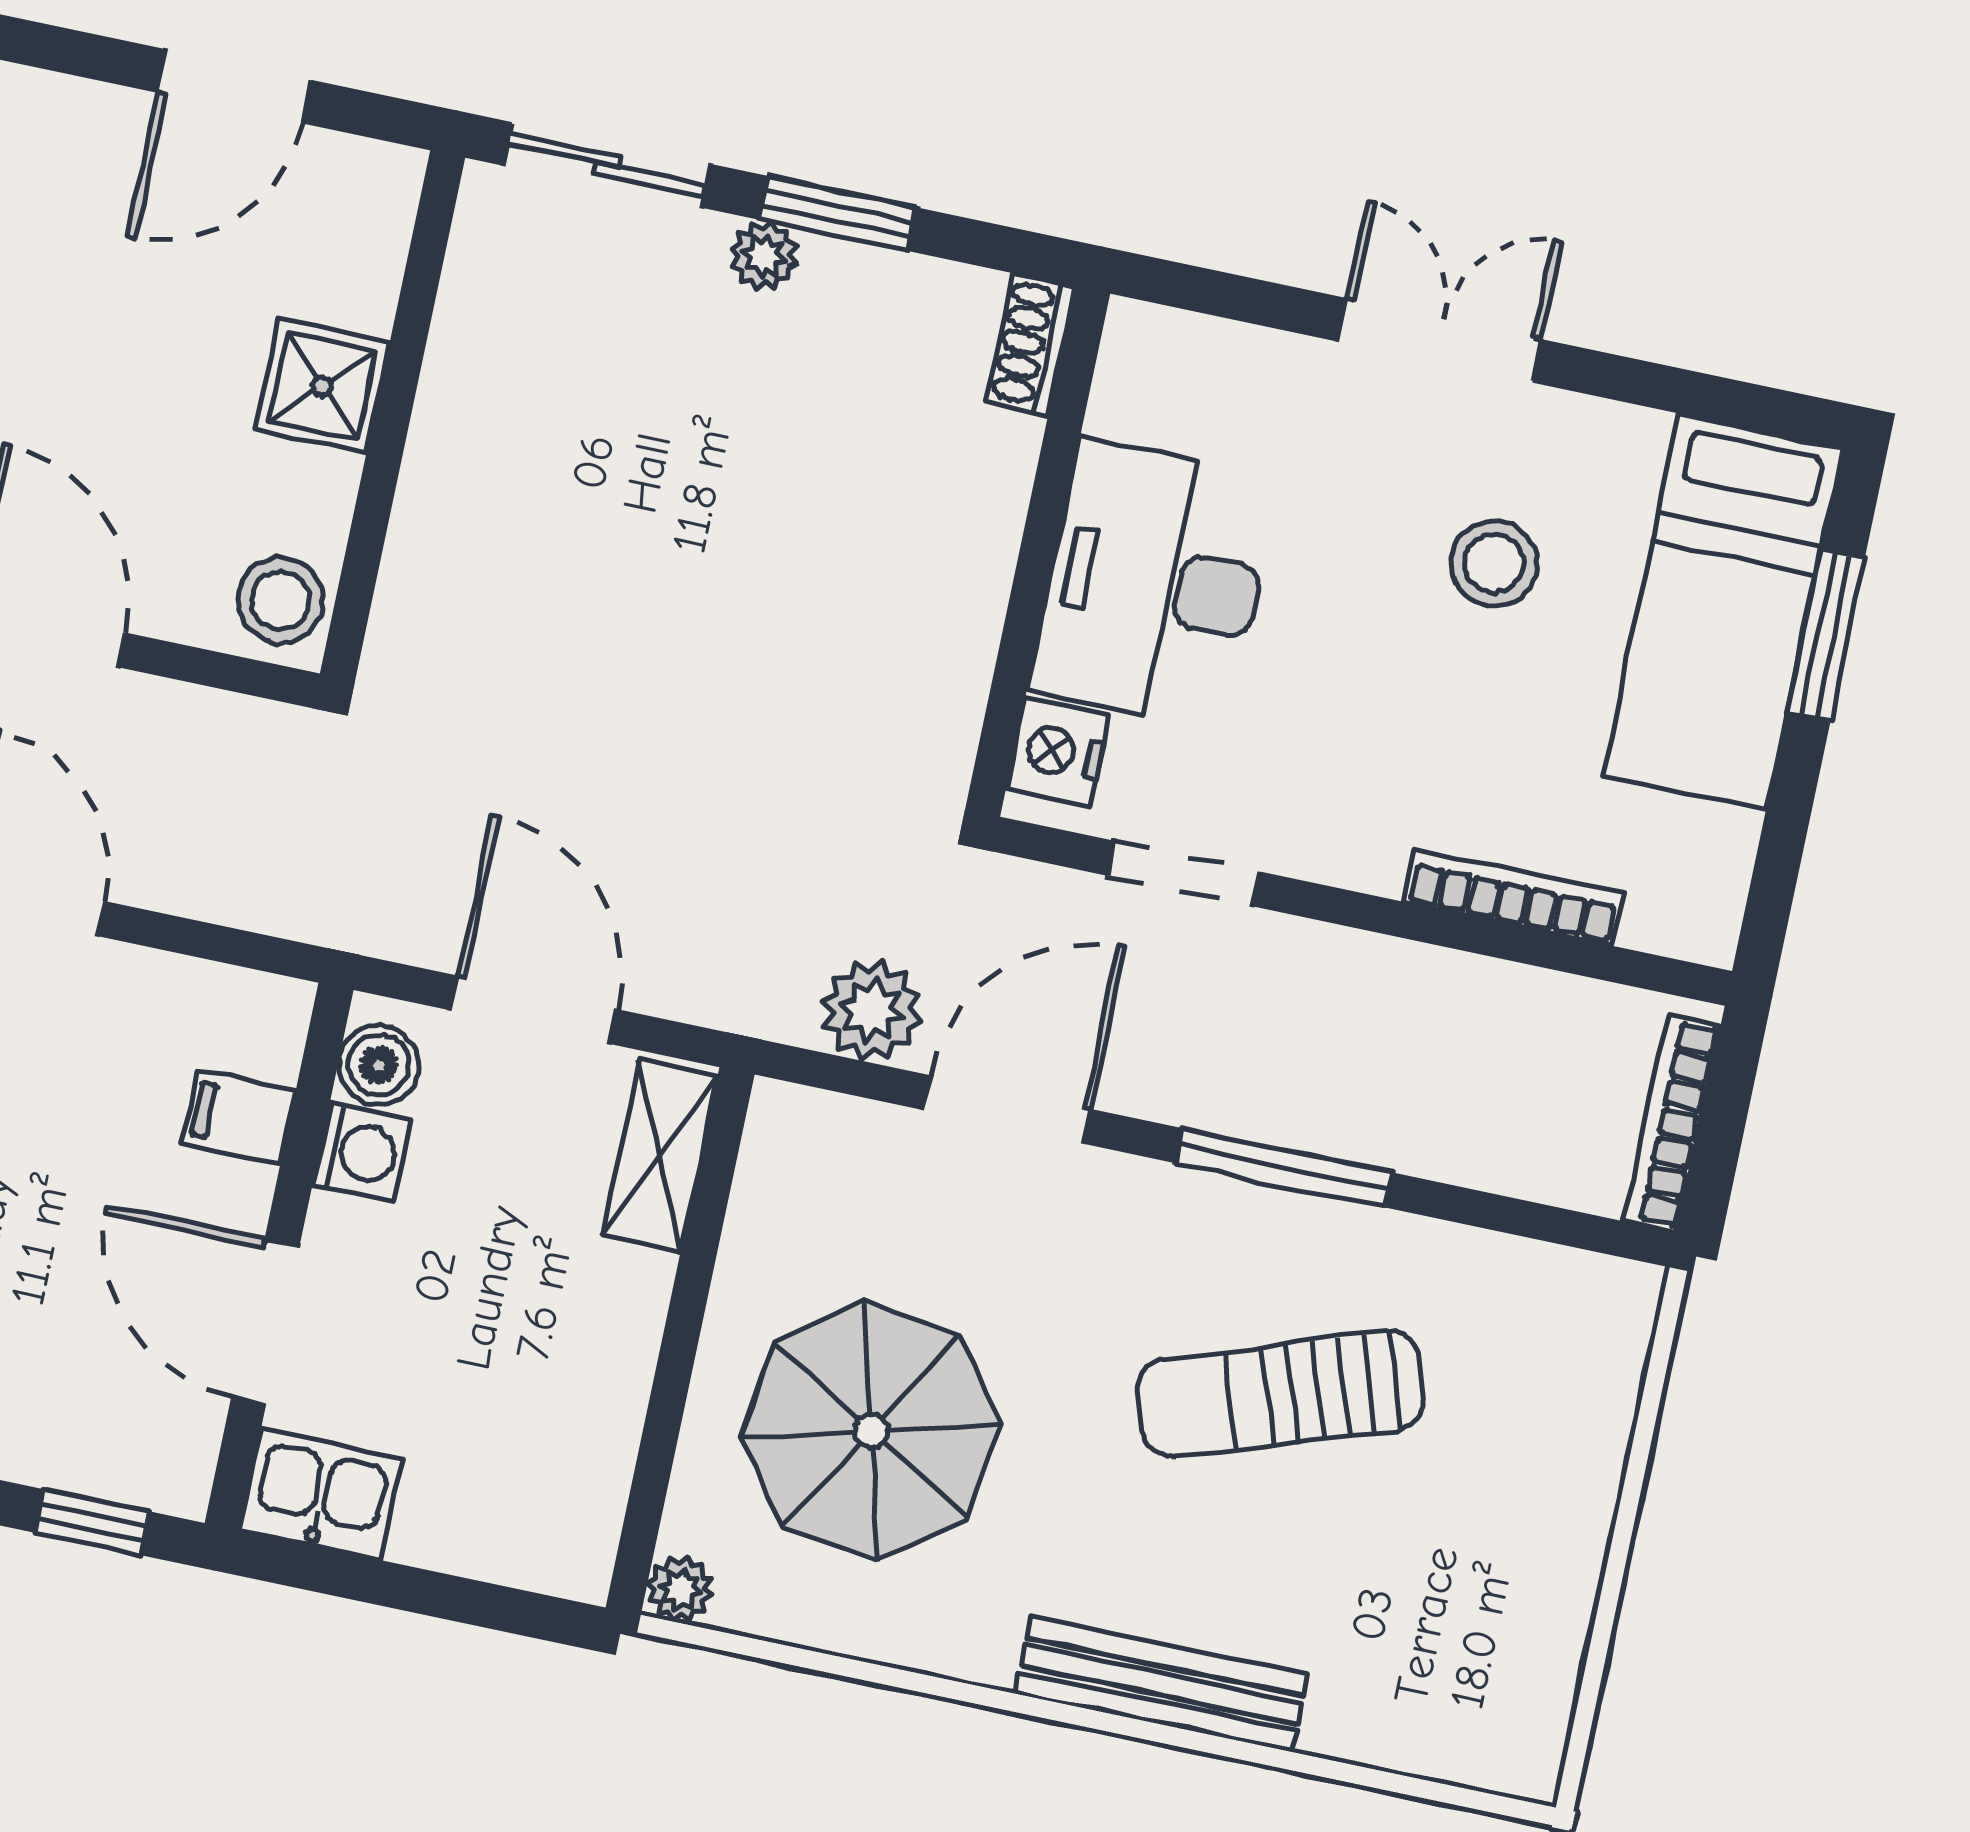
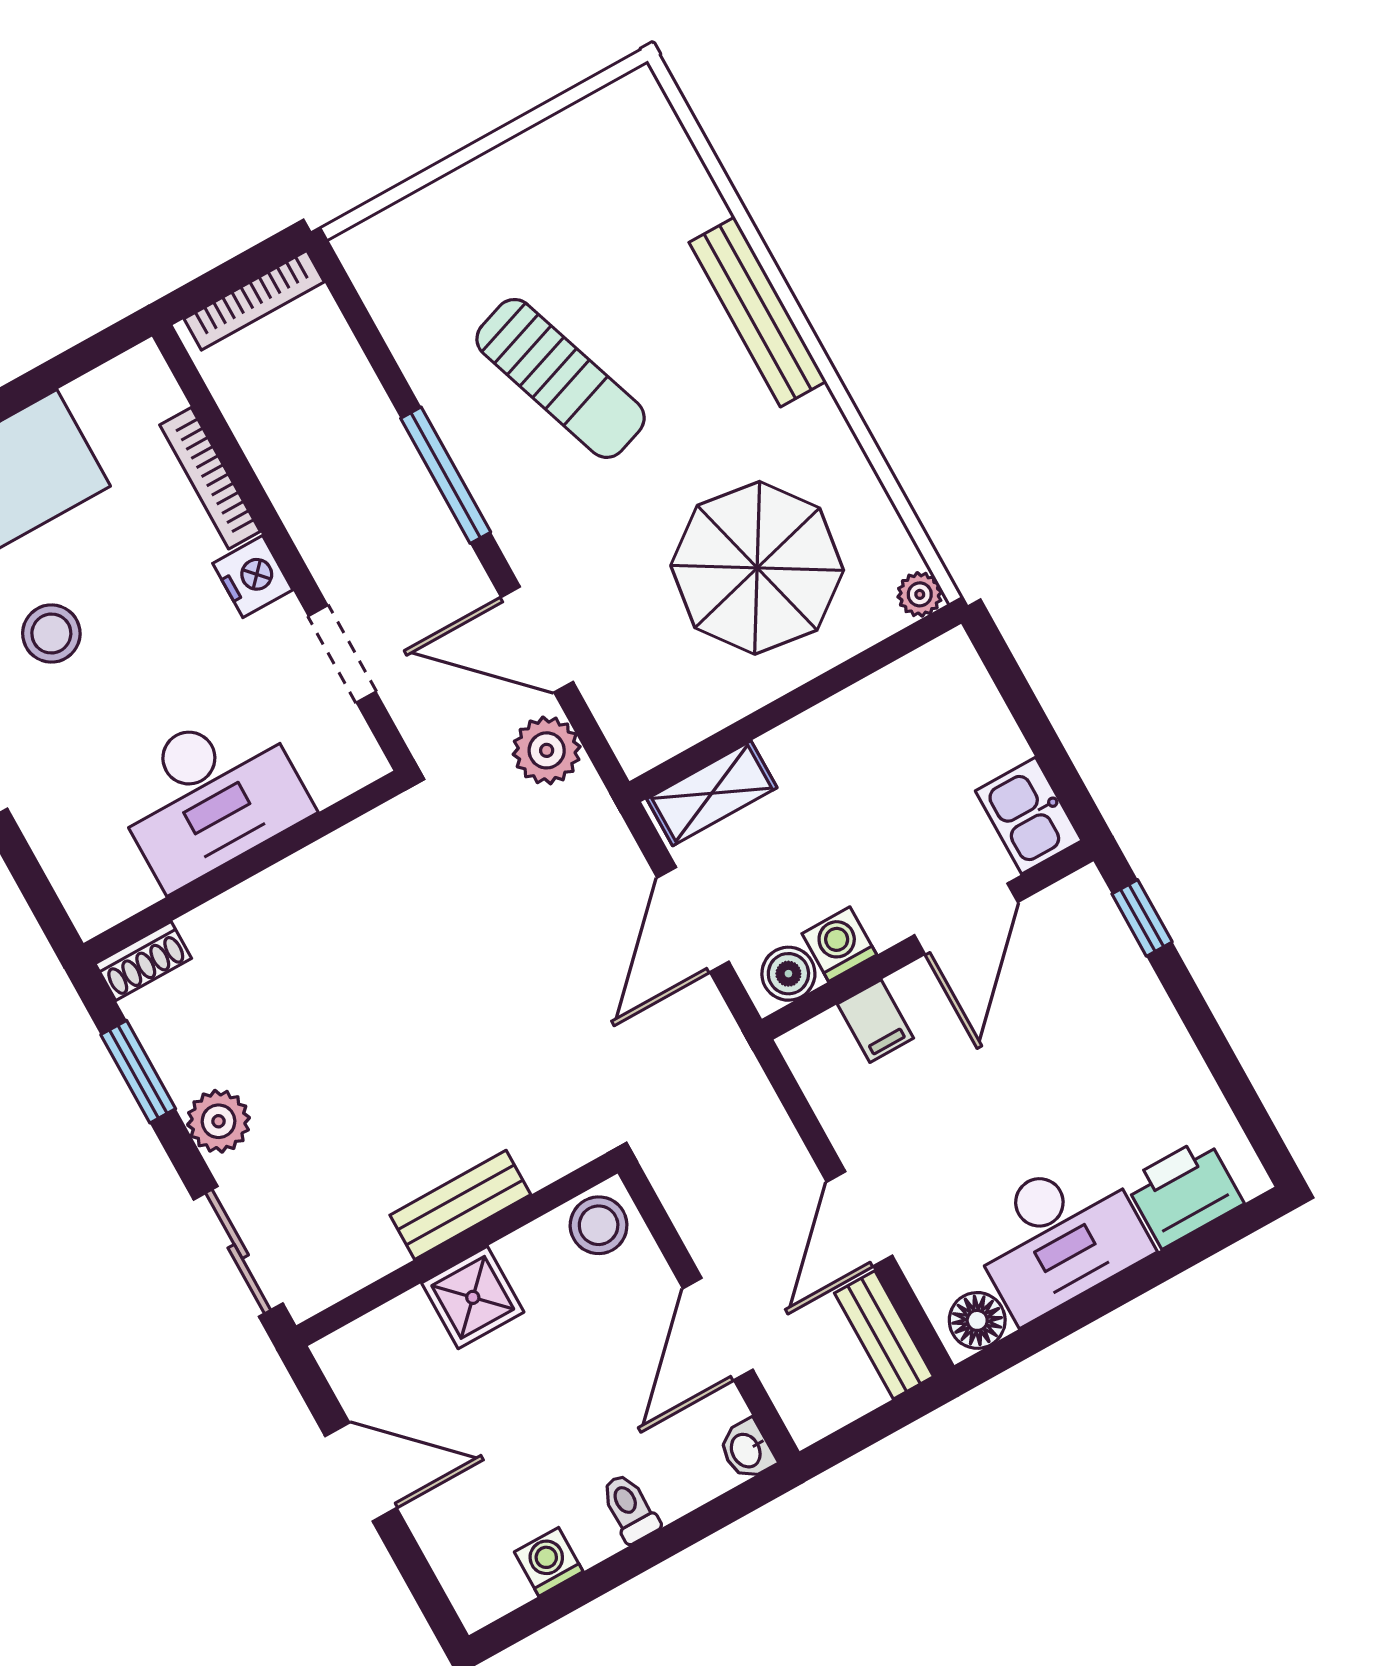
window: (837, 213) -> (138, 1072), moved
plant: (764, 256) -> (218, 1121), width x1.38, depth x1.38
bench: (440, 463) -> (460, 1205), added
nightstand: (1058, 752) -> (253, 577), moved, turned -90

